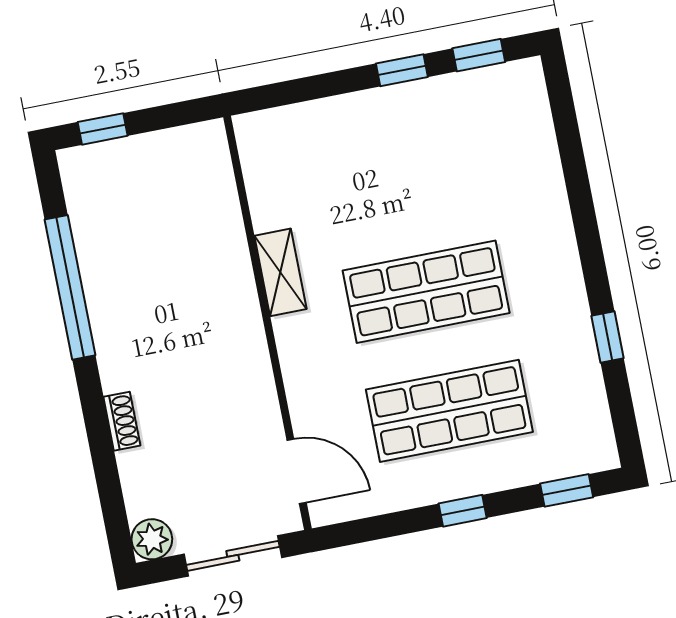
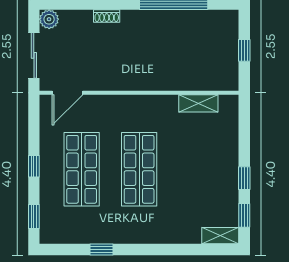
shelving: (531, 96) -> (220, 236), added
window: (103, 129) -> (244, 50), moved
shelving: (280, 272) -> (198, 103), moved

